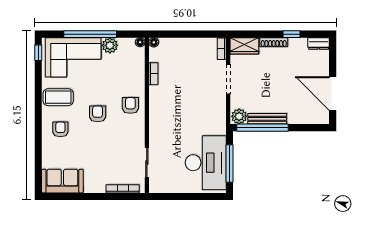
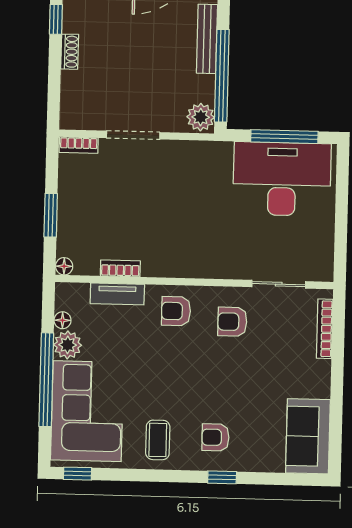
window: (182, 34) -> (51, 215), added
floor lamp: (140, 42) -> (63, 320), moved
shoe rack: (274, 42) -> (70, 52), width x0.70
wardrobe: (244, 46) -> (75, 104), removed
tv unit: (139, 72) -> (117, 294), added
coffee table: (58, 97) -> (158, 440), width x0.73, depth x0.77
armchair: (98, 114) -> (232, 322), moved
bench: (267, 119) -> (207, 39), moved
window: (38, 134) -> (222, 477), added

